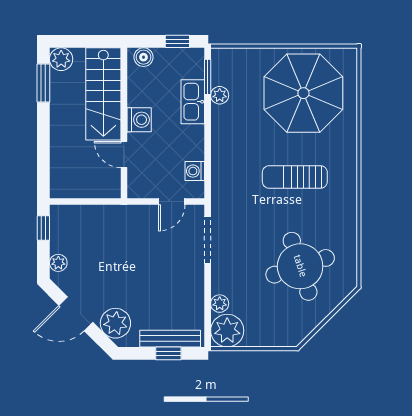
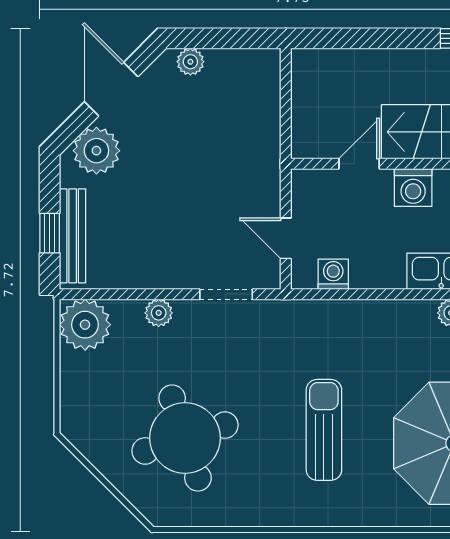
window: (43, 228) -> (245, 38), removed
doorway: (208, 240) -> (226, 294), width x0.73
plant: (220, 304) -> (159, 313), moved

